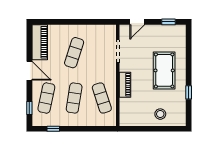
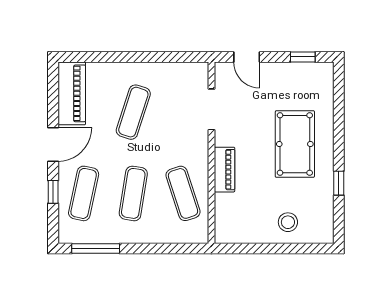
door: (137, 22) -> (247, 57), hinge flipped
door: (29, 71) -> (53, 144), hinge flipped
window: (29, 108) -> (53, 192), moved
window: (53, 129) -> (96, 249), width x2.17

